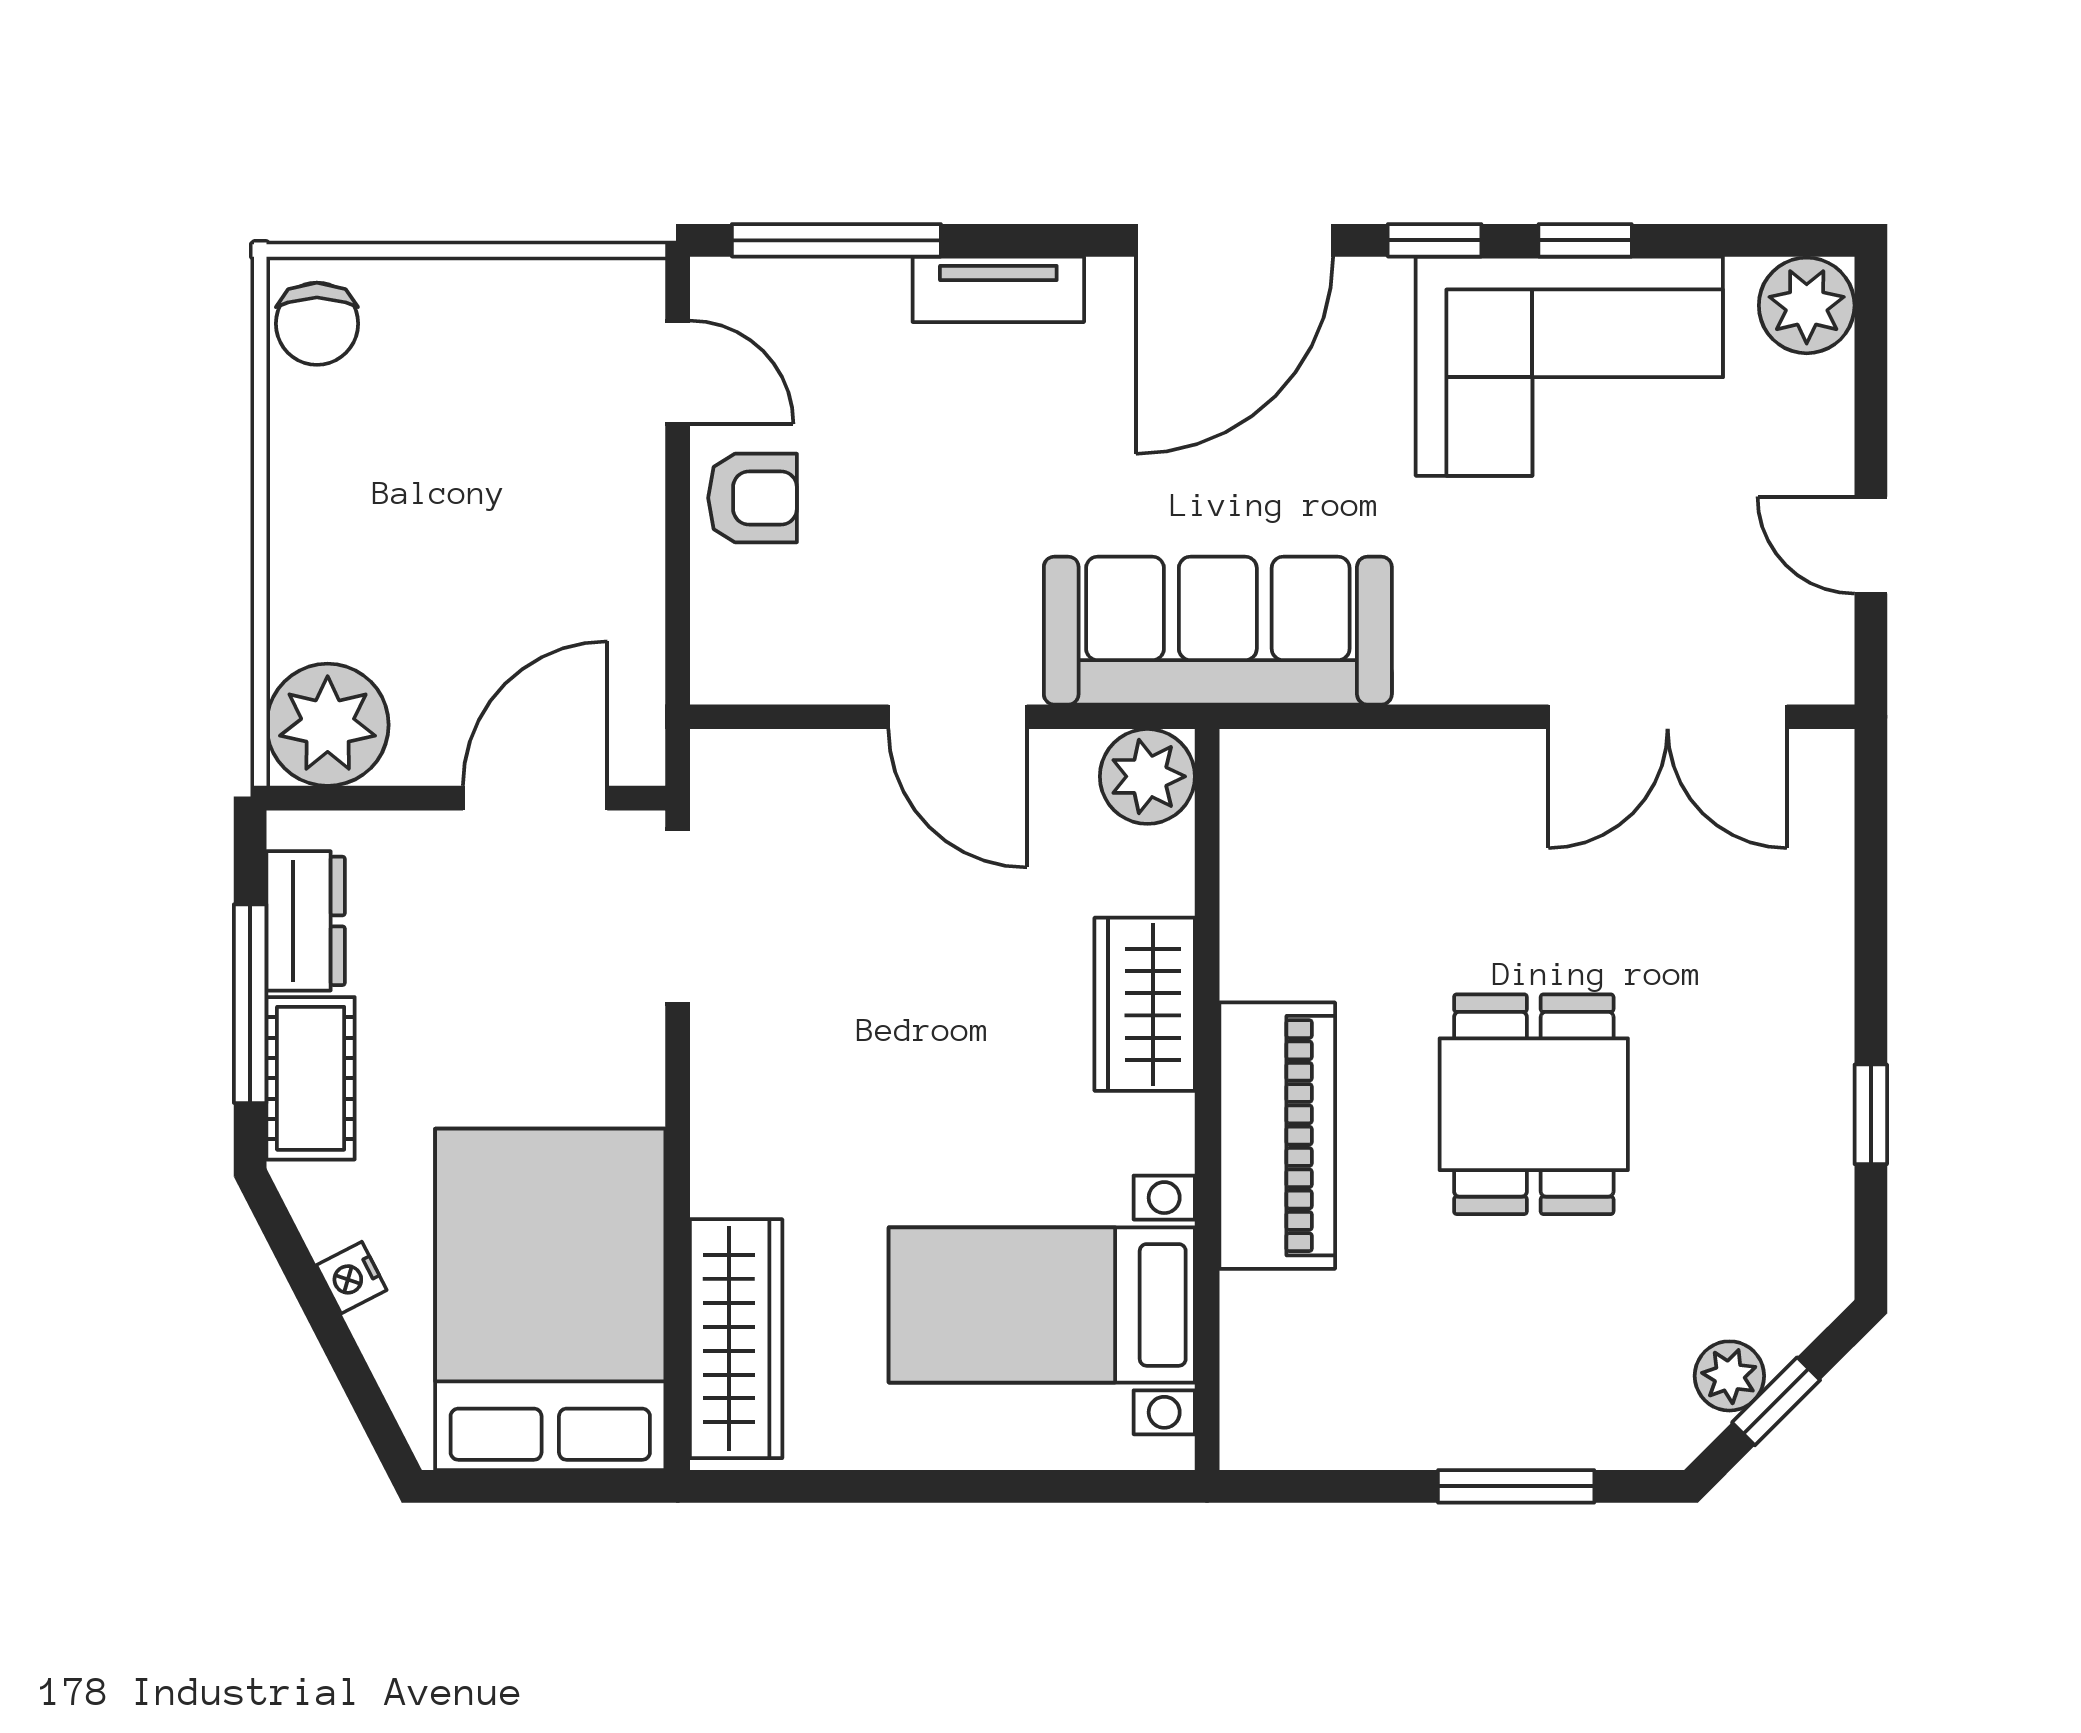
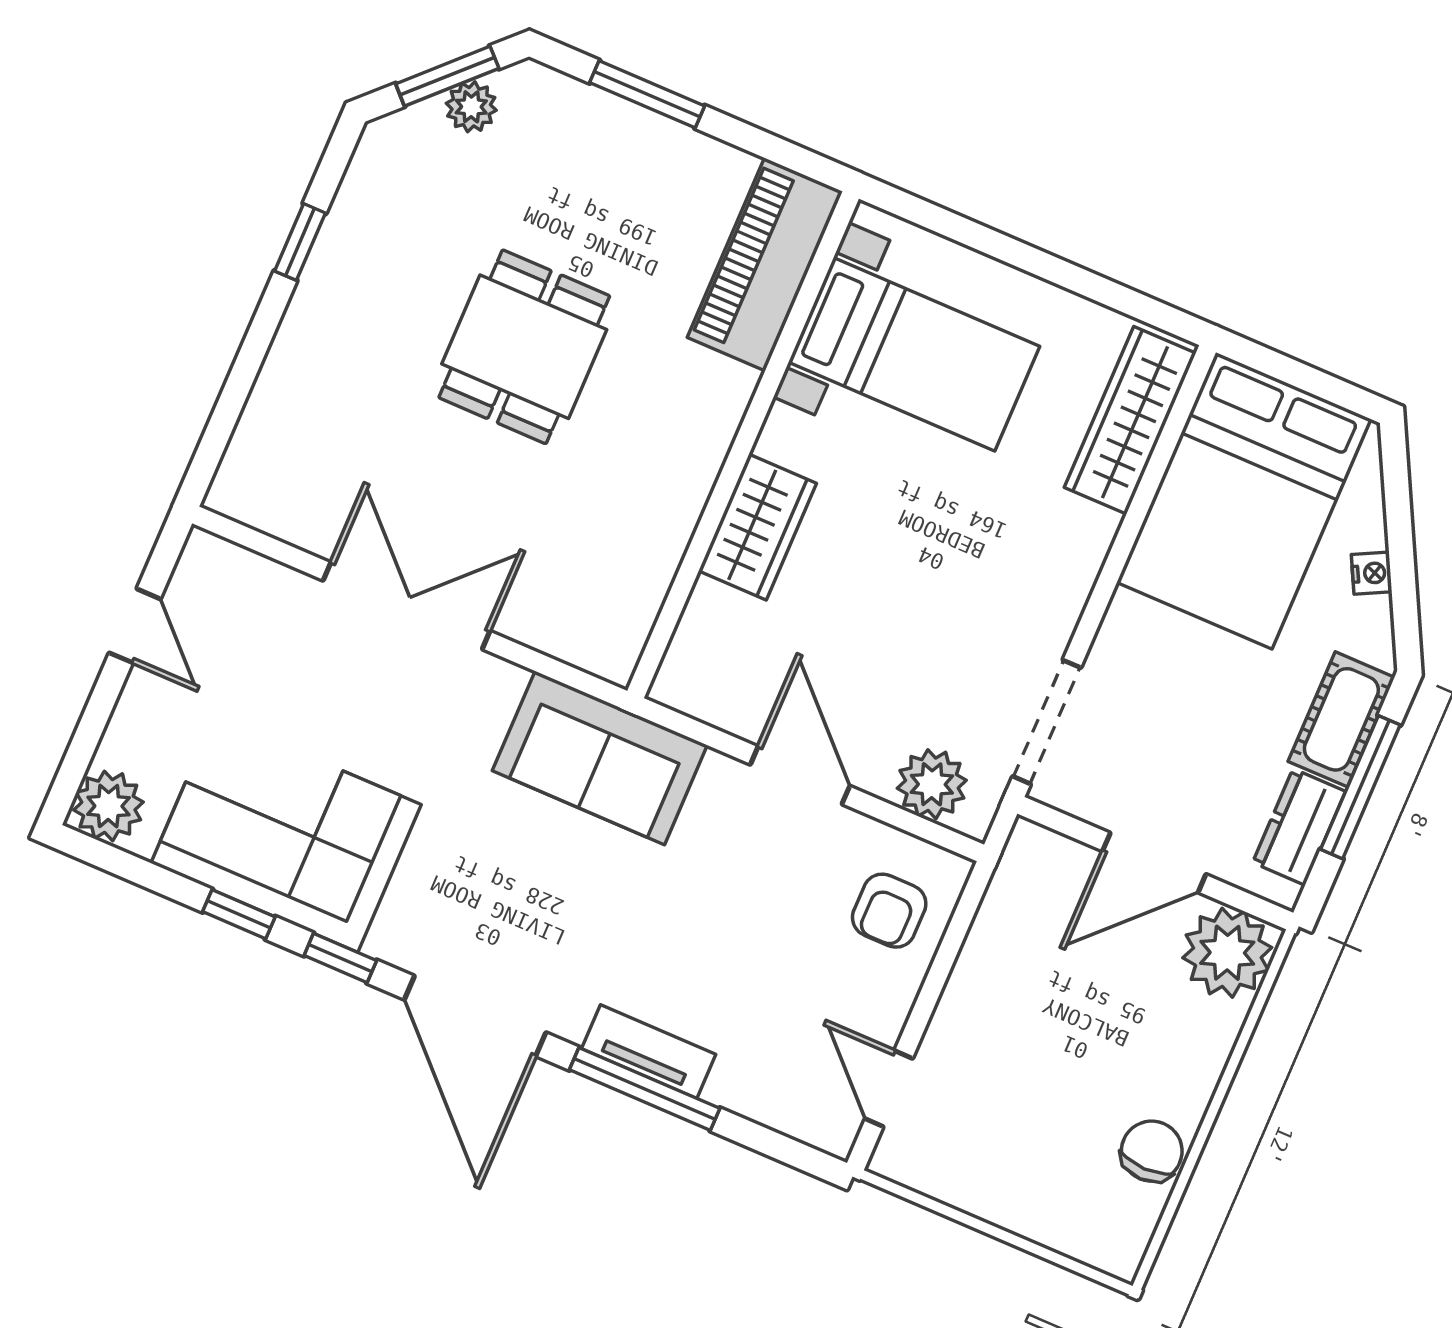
window: (836, 240) -> (645, 1089), moved
door: (1235, 240) -> (475, 1016), swing flipped
chair: (317, 324) -> (1152, 1151), moved
armchair: (753, 498) -> (889, 911), moved, turned -90
sofa: (1218, 631) -> (600, 758), width x0.73
double door: (1668, 717) -> (406, 606), moved
plant: (1147, 776) -> (932, 784), moved
door: (535, 798) -> (1154, 863), moved
piano: (1277, 1136) -> (765, 264), moved
window: (1776, 1401) -> (447, 76), width x1.50

